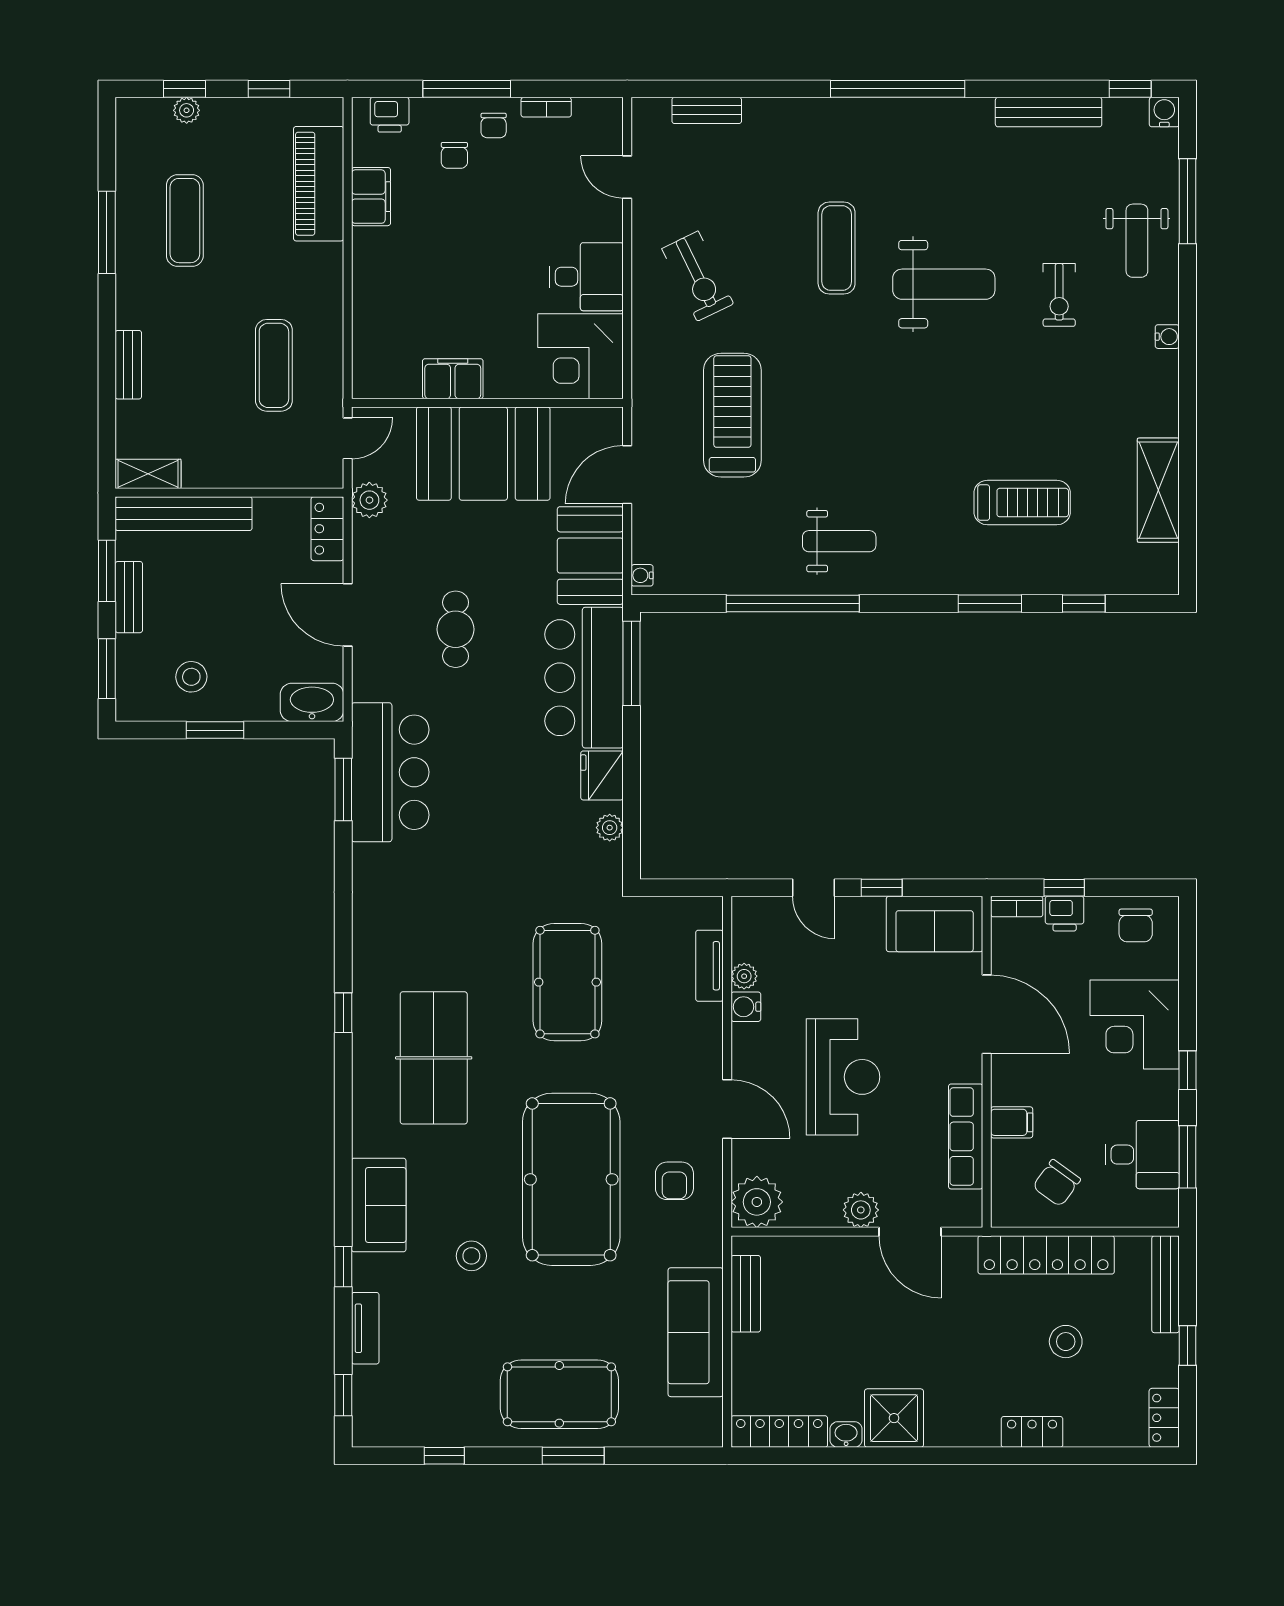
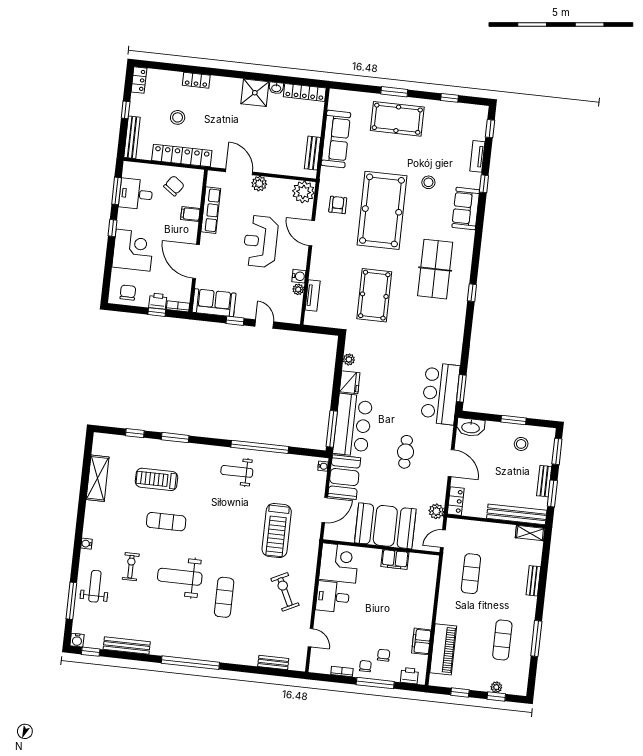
exercise mat: (989, 408) -> (166, 522), added

